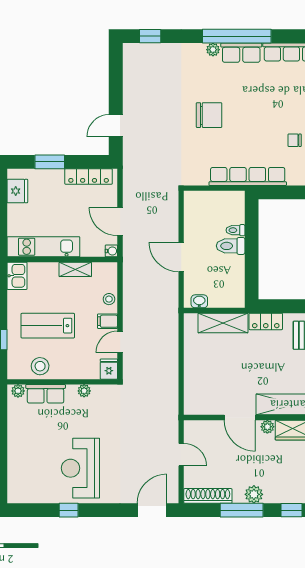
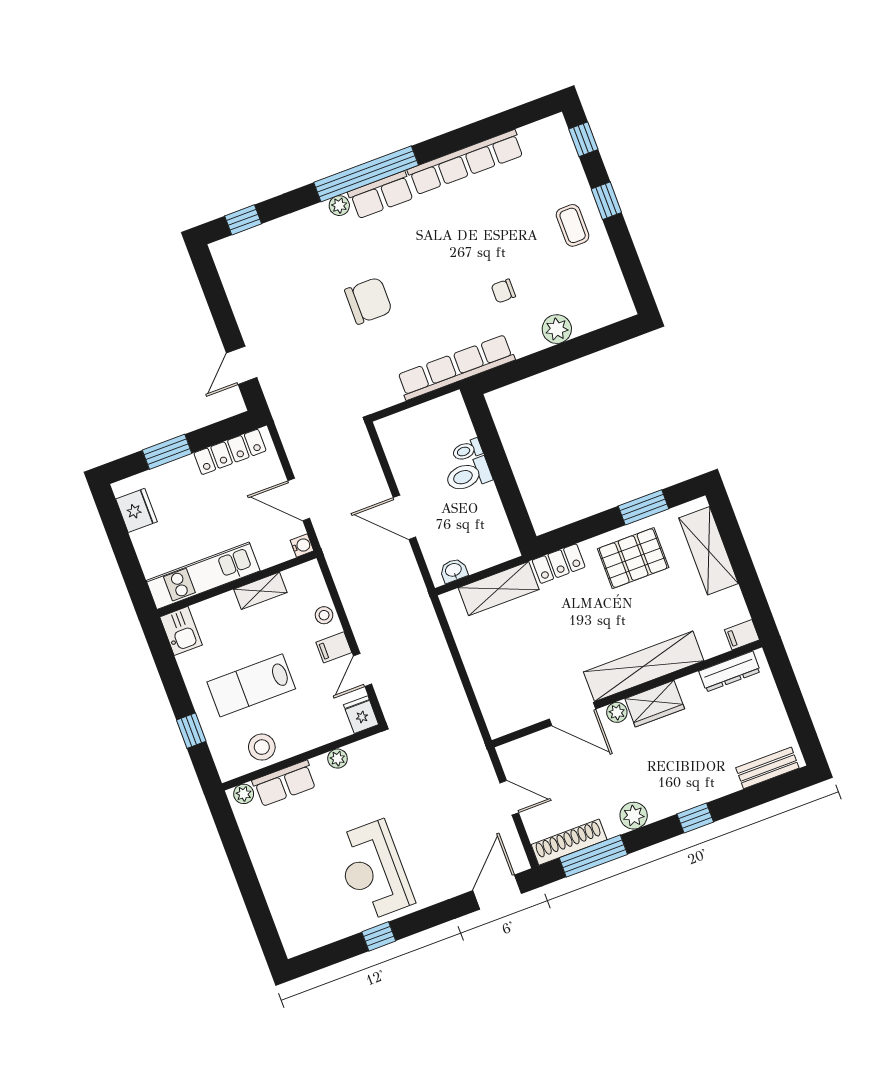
window: (242, 510) -> (593, 856), moved

